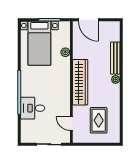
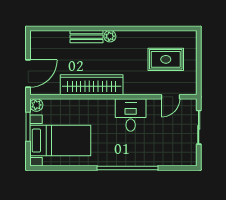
plant: (65, 52) -> (36, 105), moved
bench: (115, 58) -> (86, 37), width x0.73
wardrobe: (80, 82) -> (92, 85), moved
desk: (33, 108) -> (131, 115), moved, turned 180

